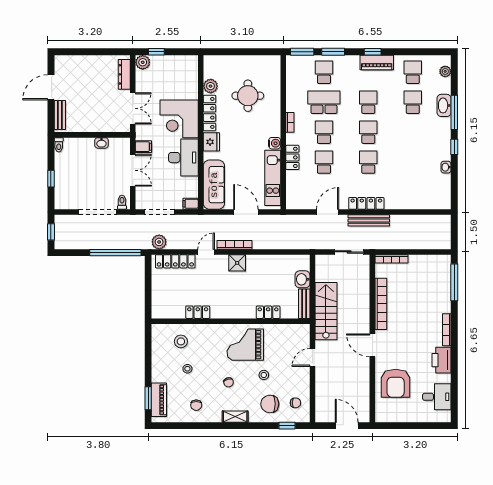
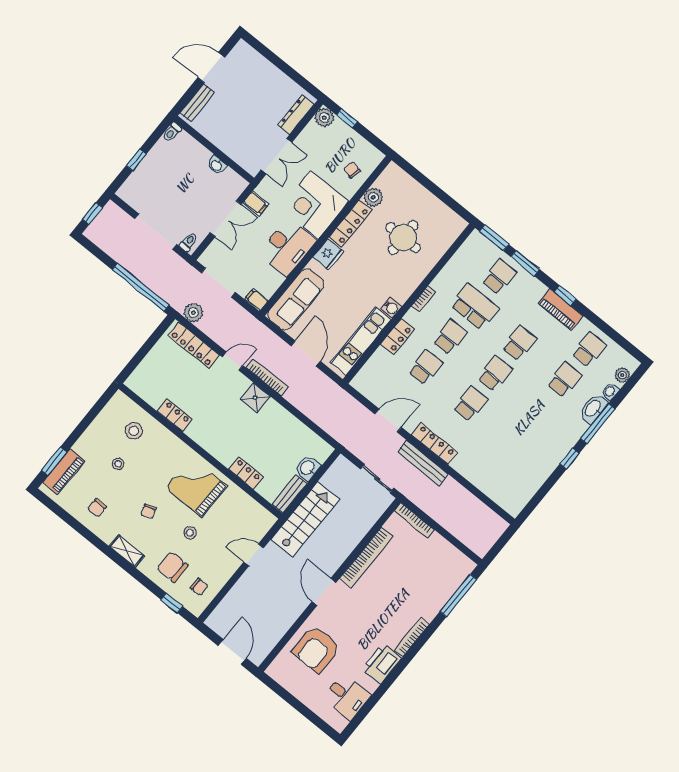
chair: (184, 80) -> (352, 170), added
washbasin: (446, 167) -> (610, 392), moved

